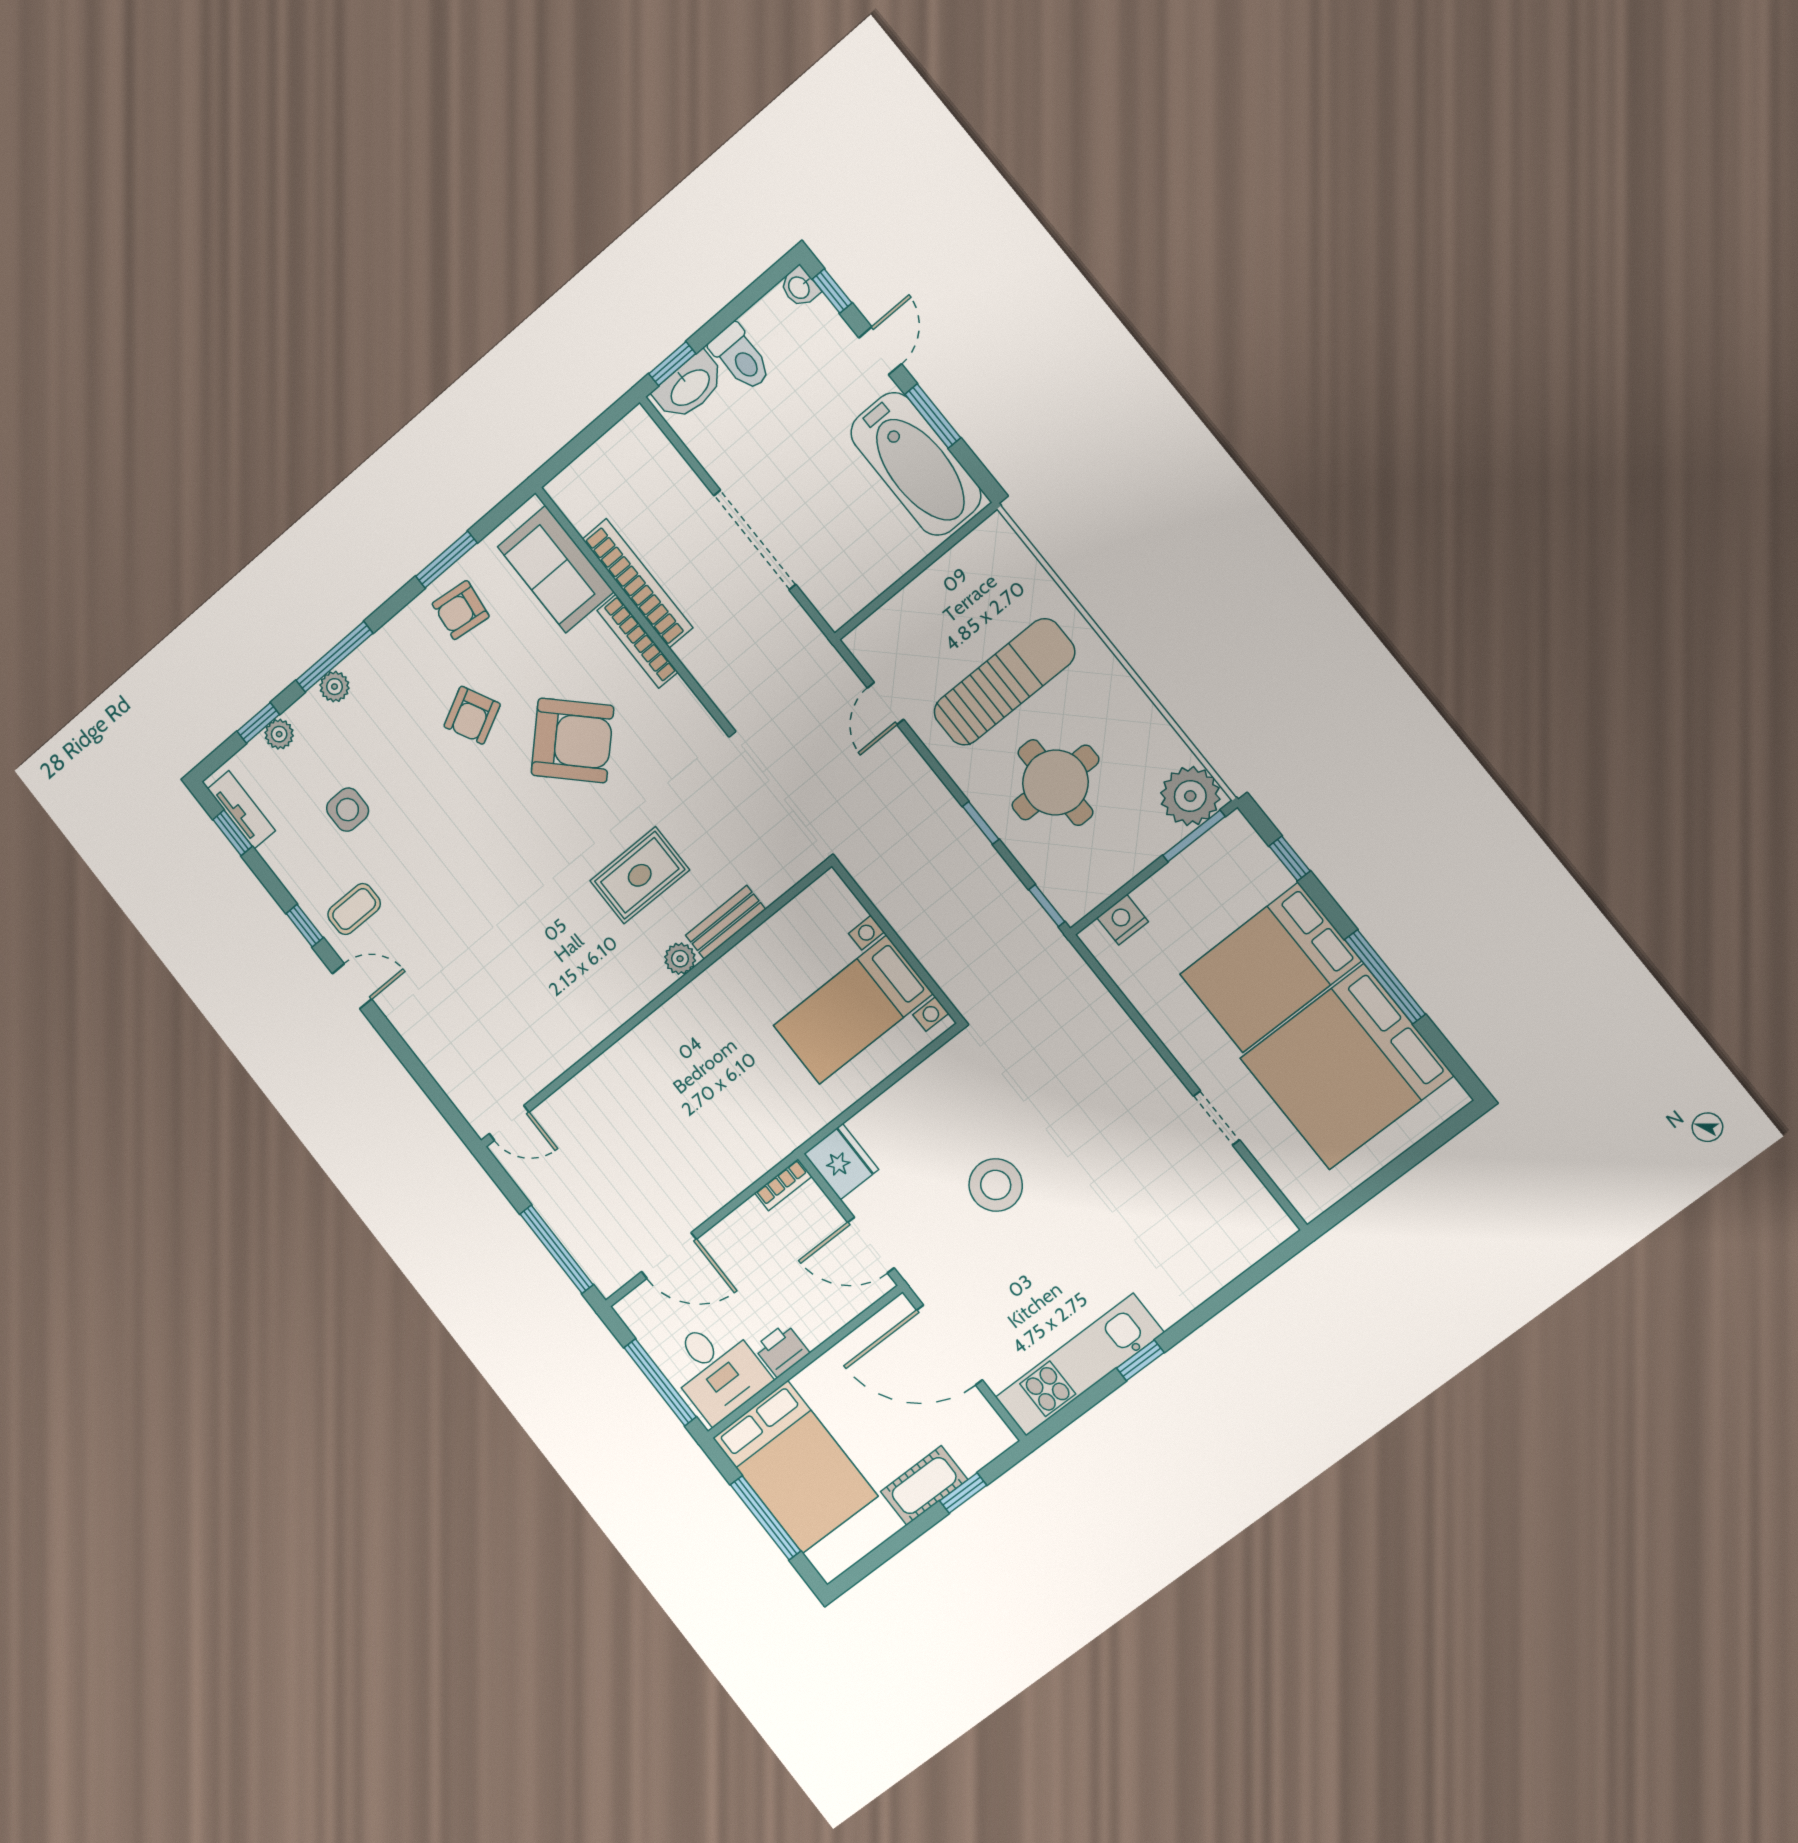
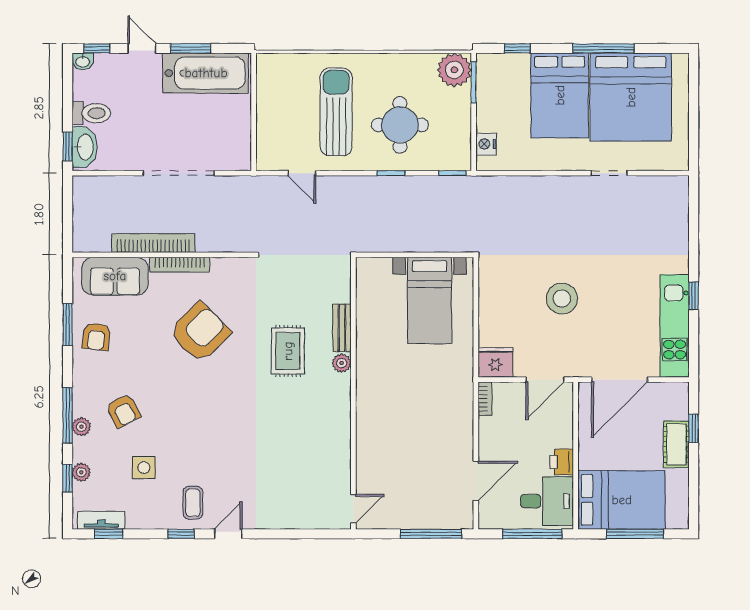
armchair: (472, 715) -> (123, 411), moved

